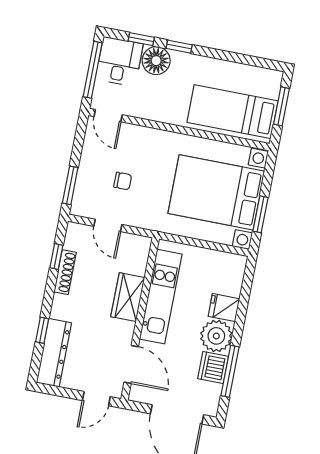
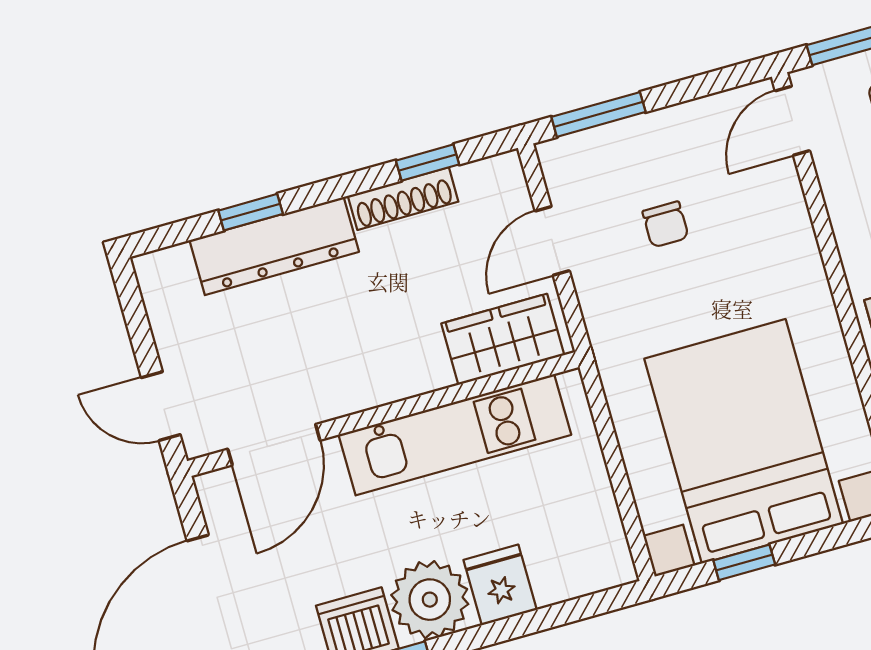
window: (260, 214) -> (744, 562), width x0.67
wardrobe: (128, 297) -> (503, 339), moved
dresser: (54, 353) -> (274, 246), moved

